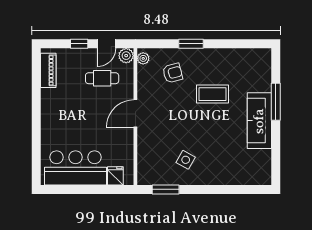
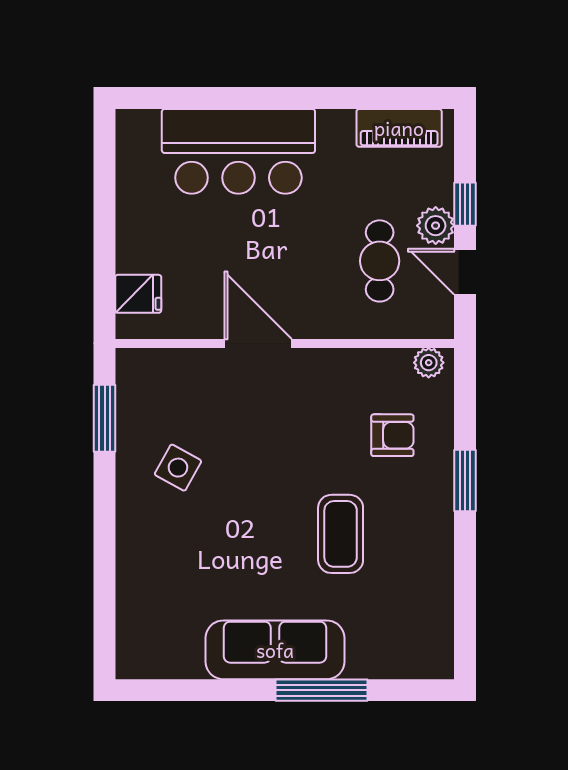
plant: (126, 56) -> (436, 226), moved
armchair: (173, 73) -> (392, 435), turned -75
door: (135, 114) -> (258, 343), moved
bar counter: (76, 168) -> (238, 151), moved, turned 90

